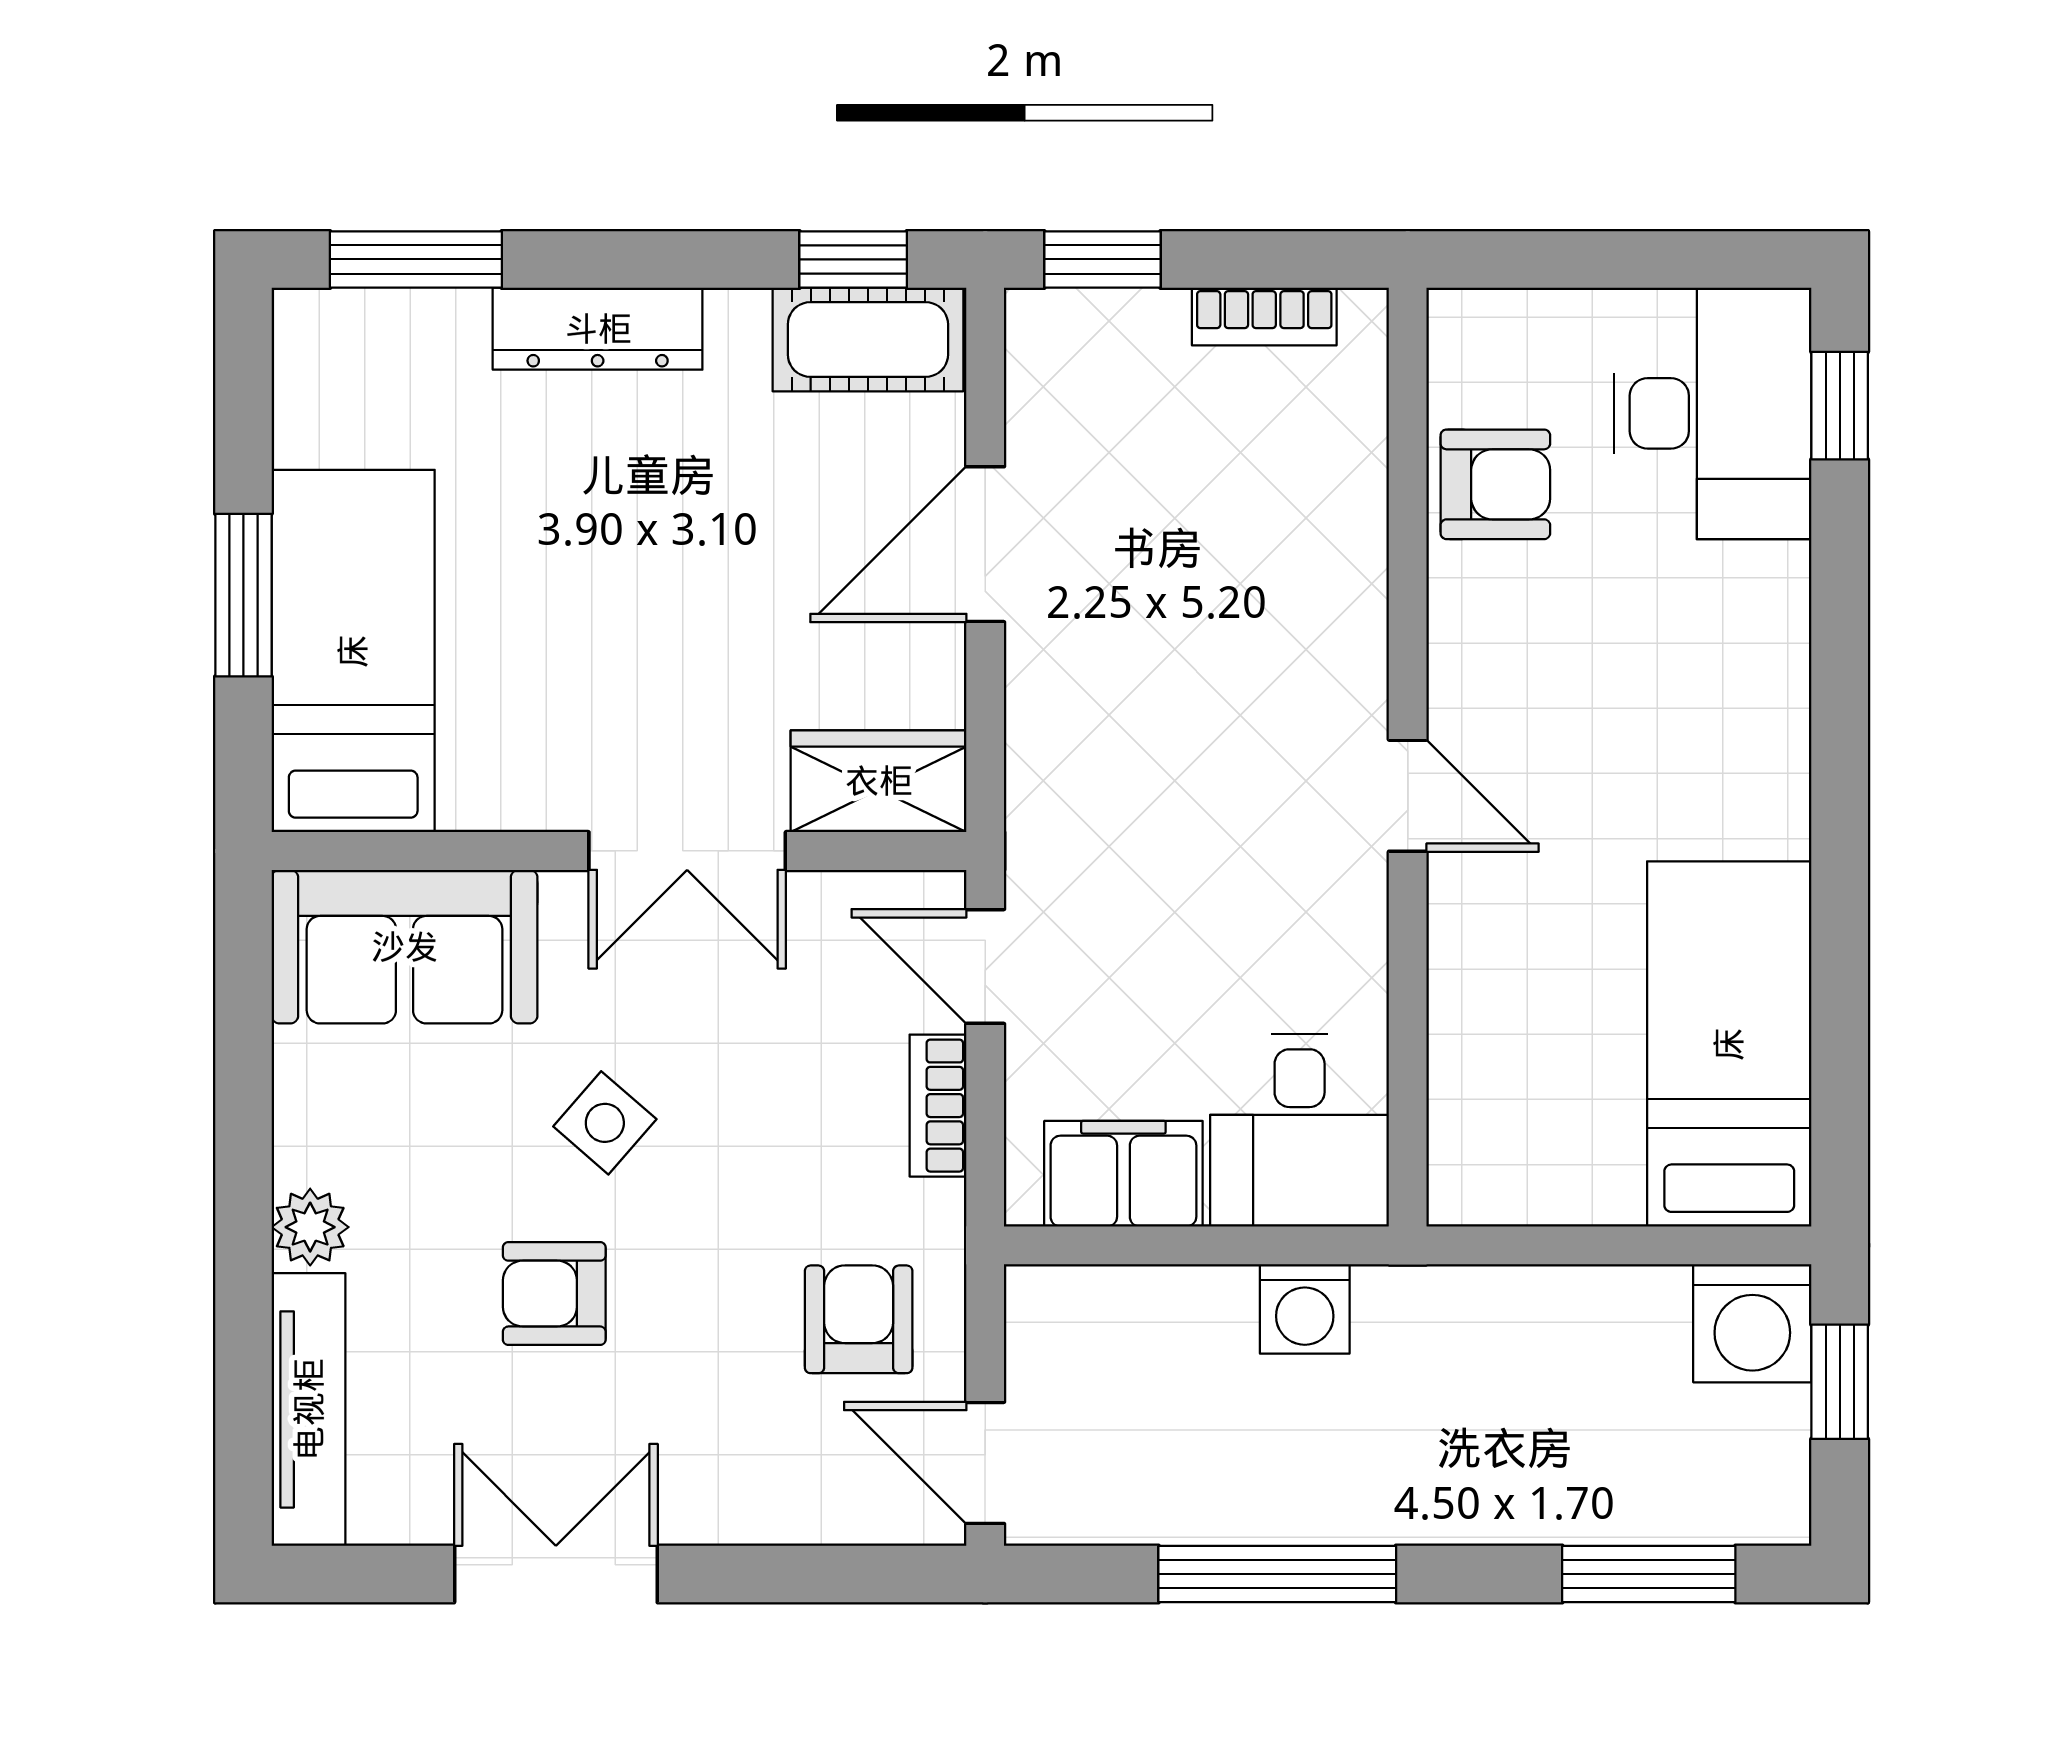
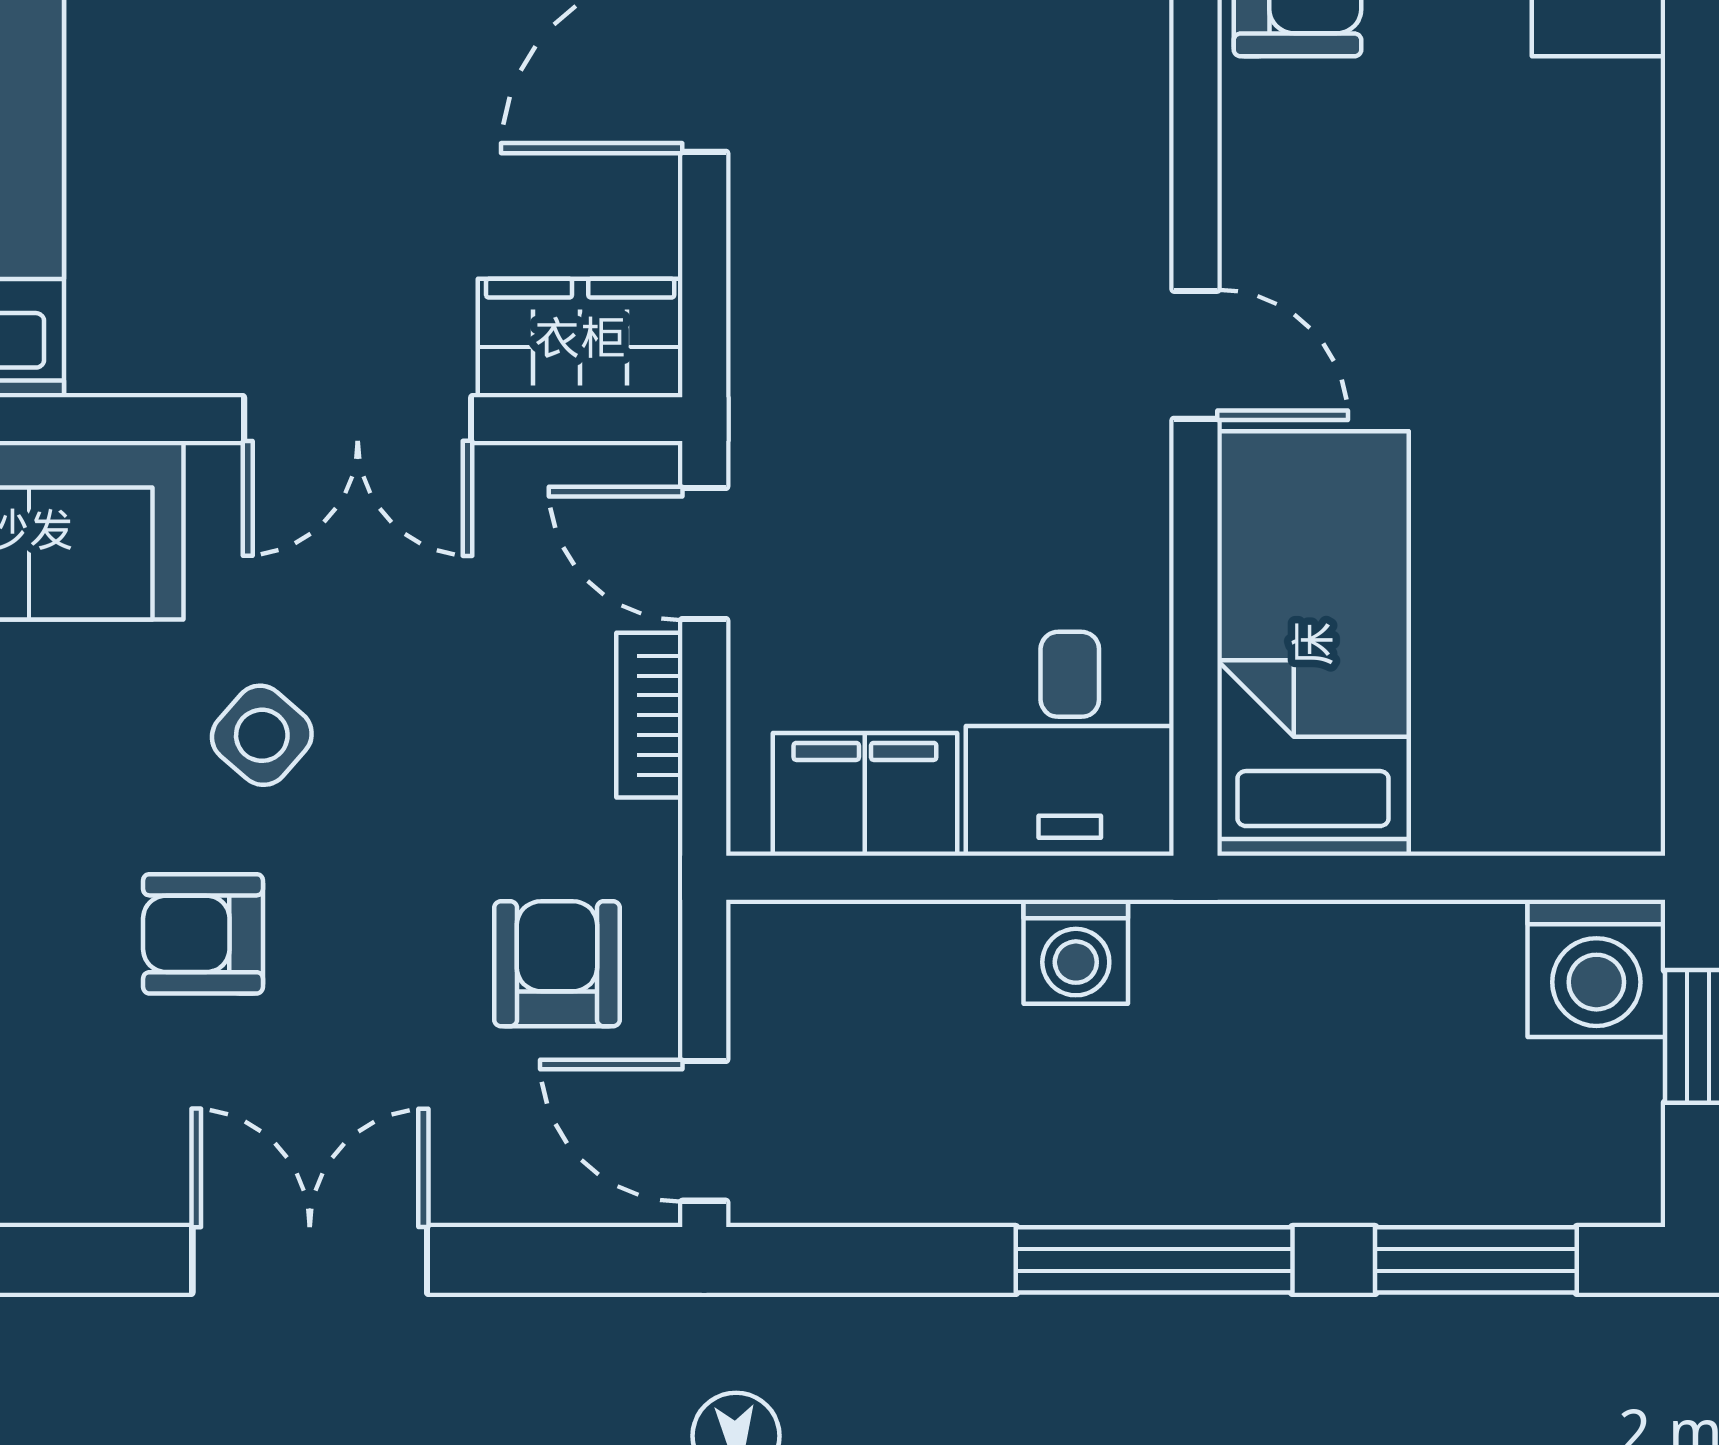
bed: (1729, 1044) -> (1313, 643), moved
double door: (556, 1574) -> (310, 1260), moved
window: (1277, 1574) -> (1154, 1260), moved

